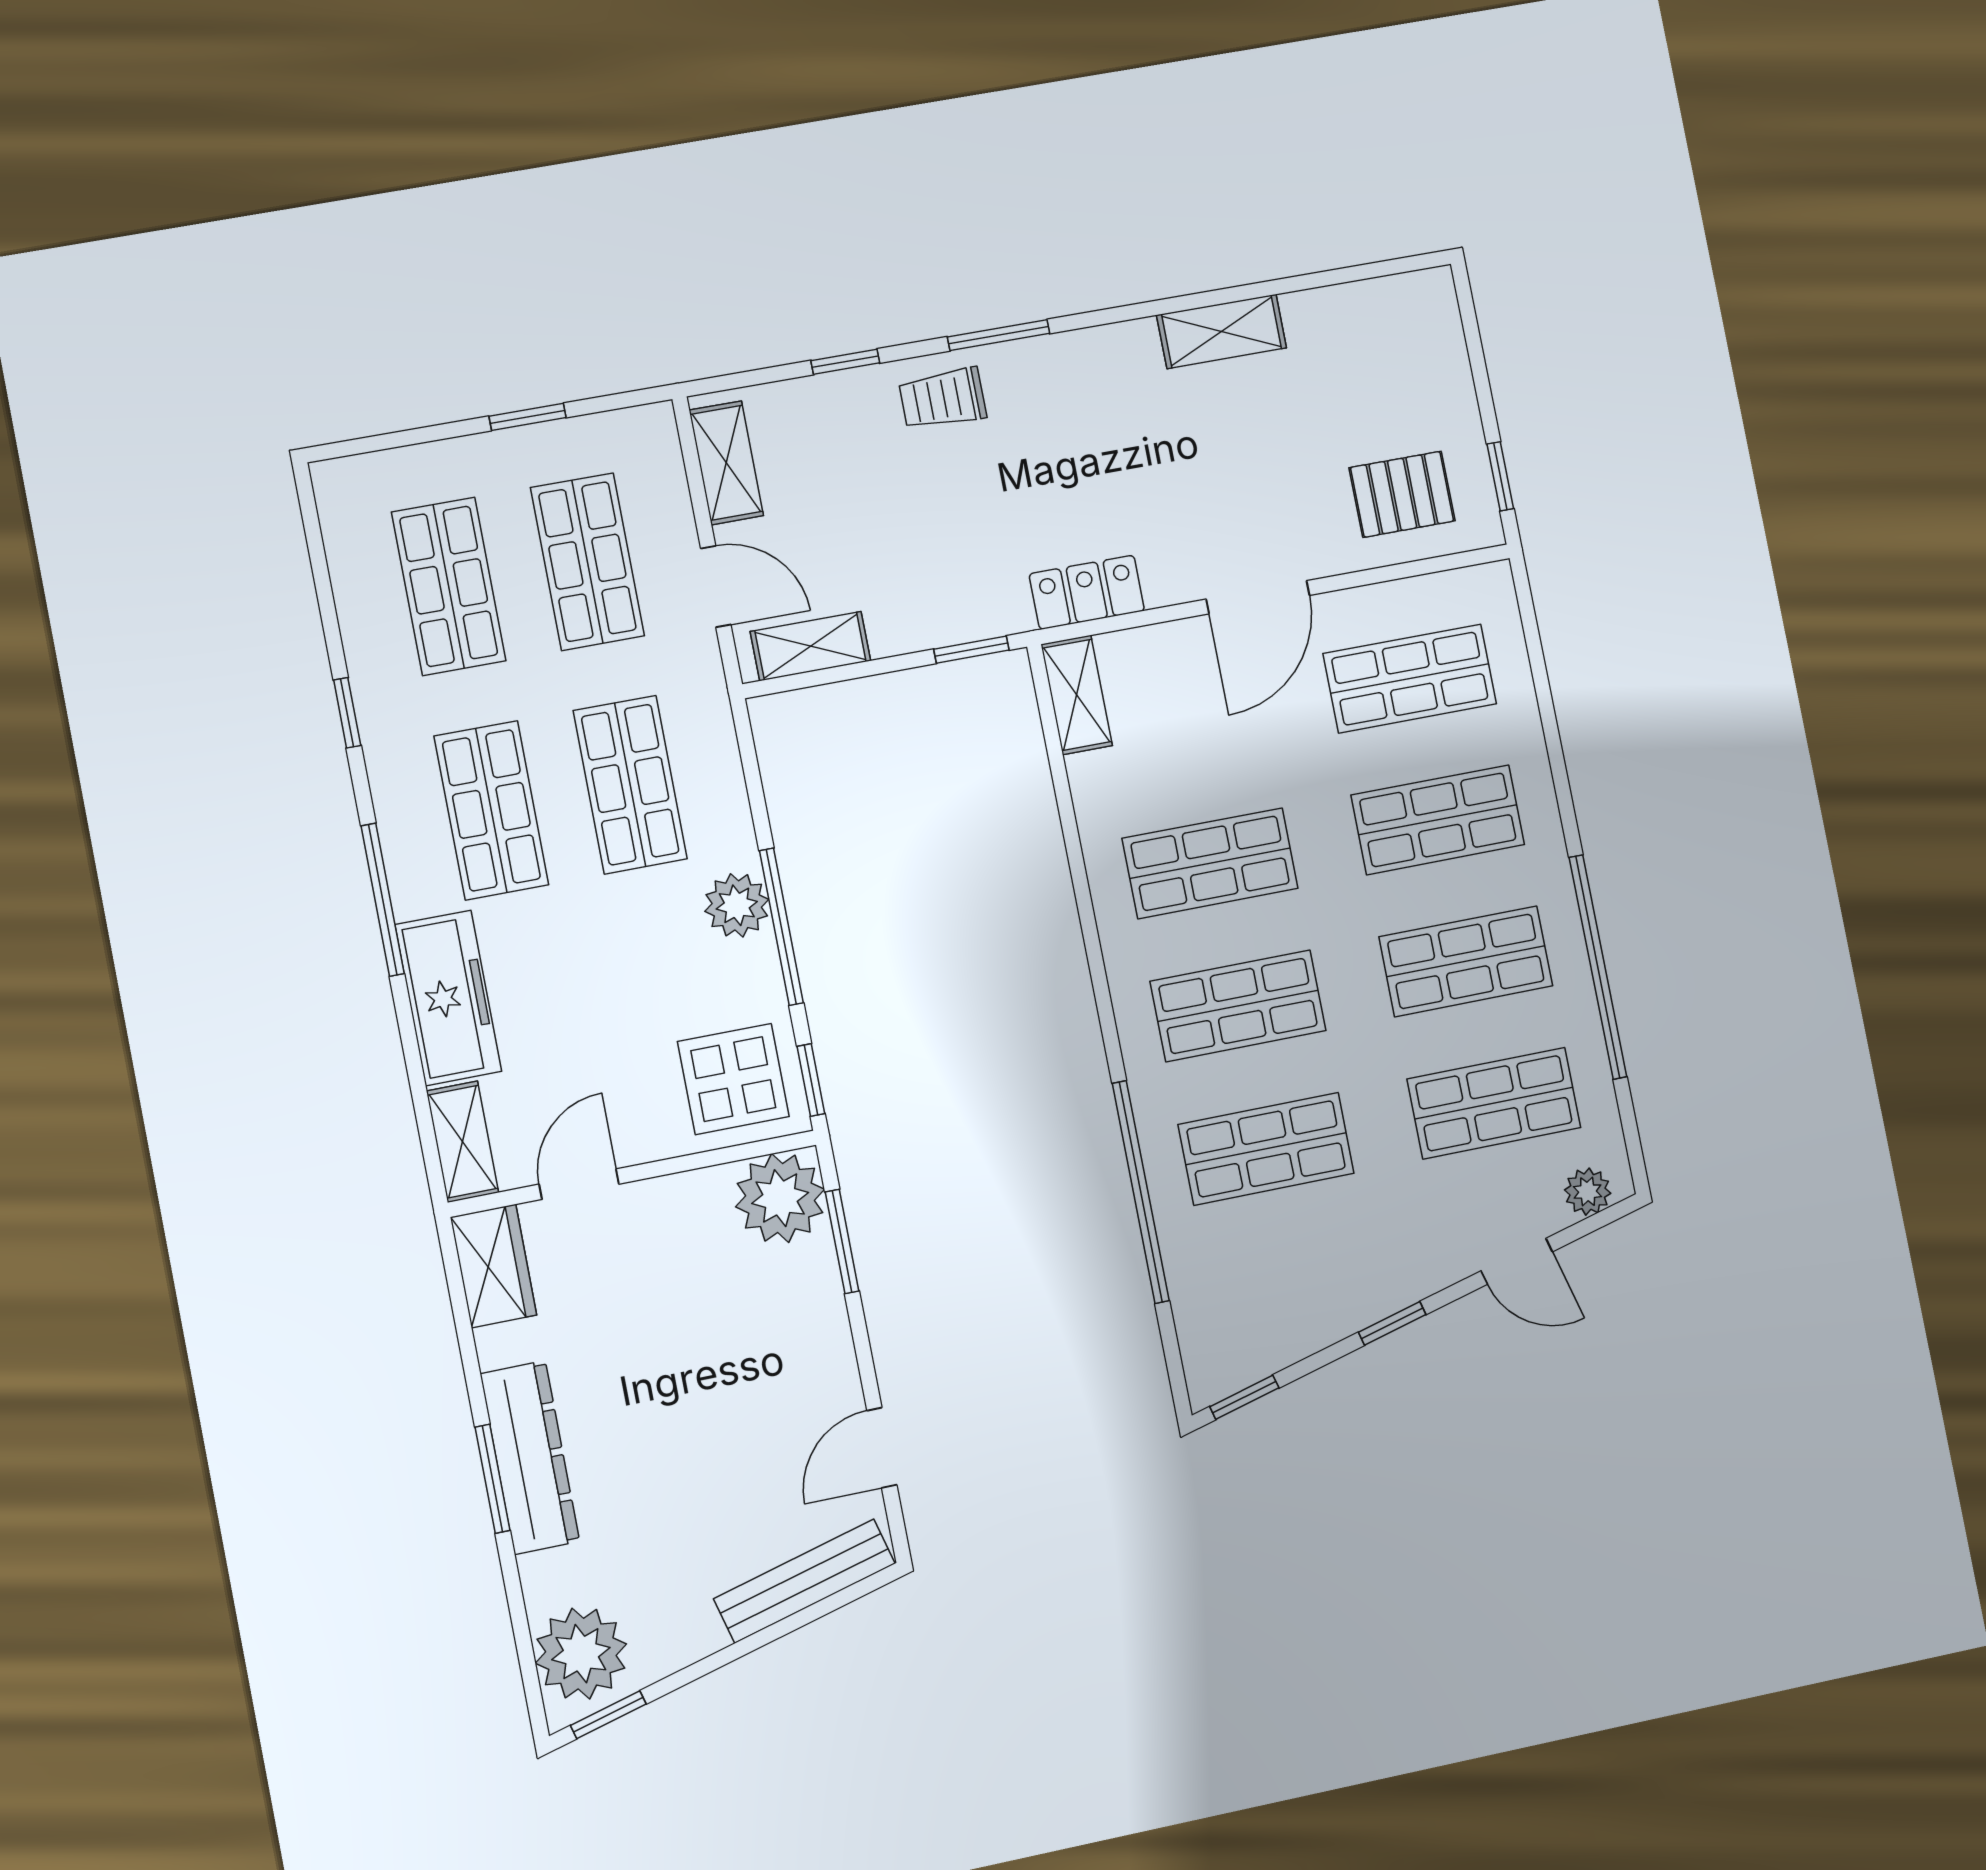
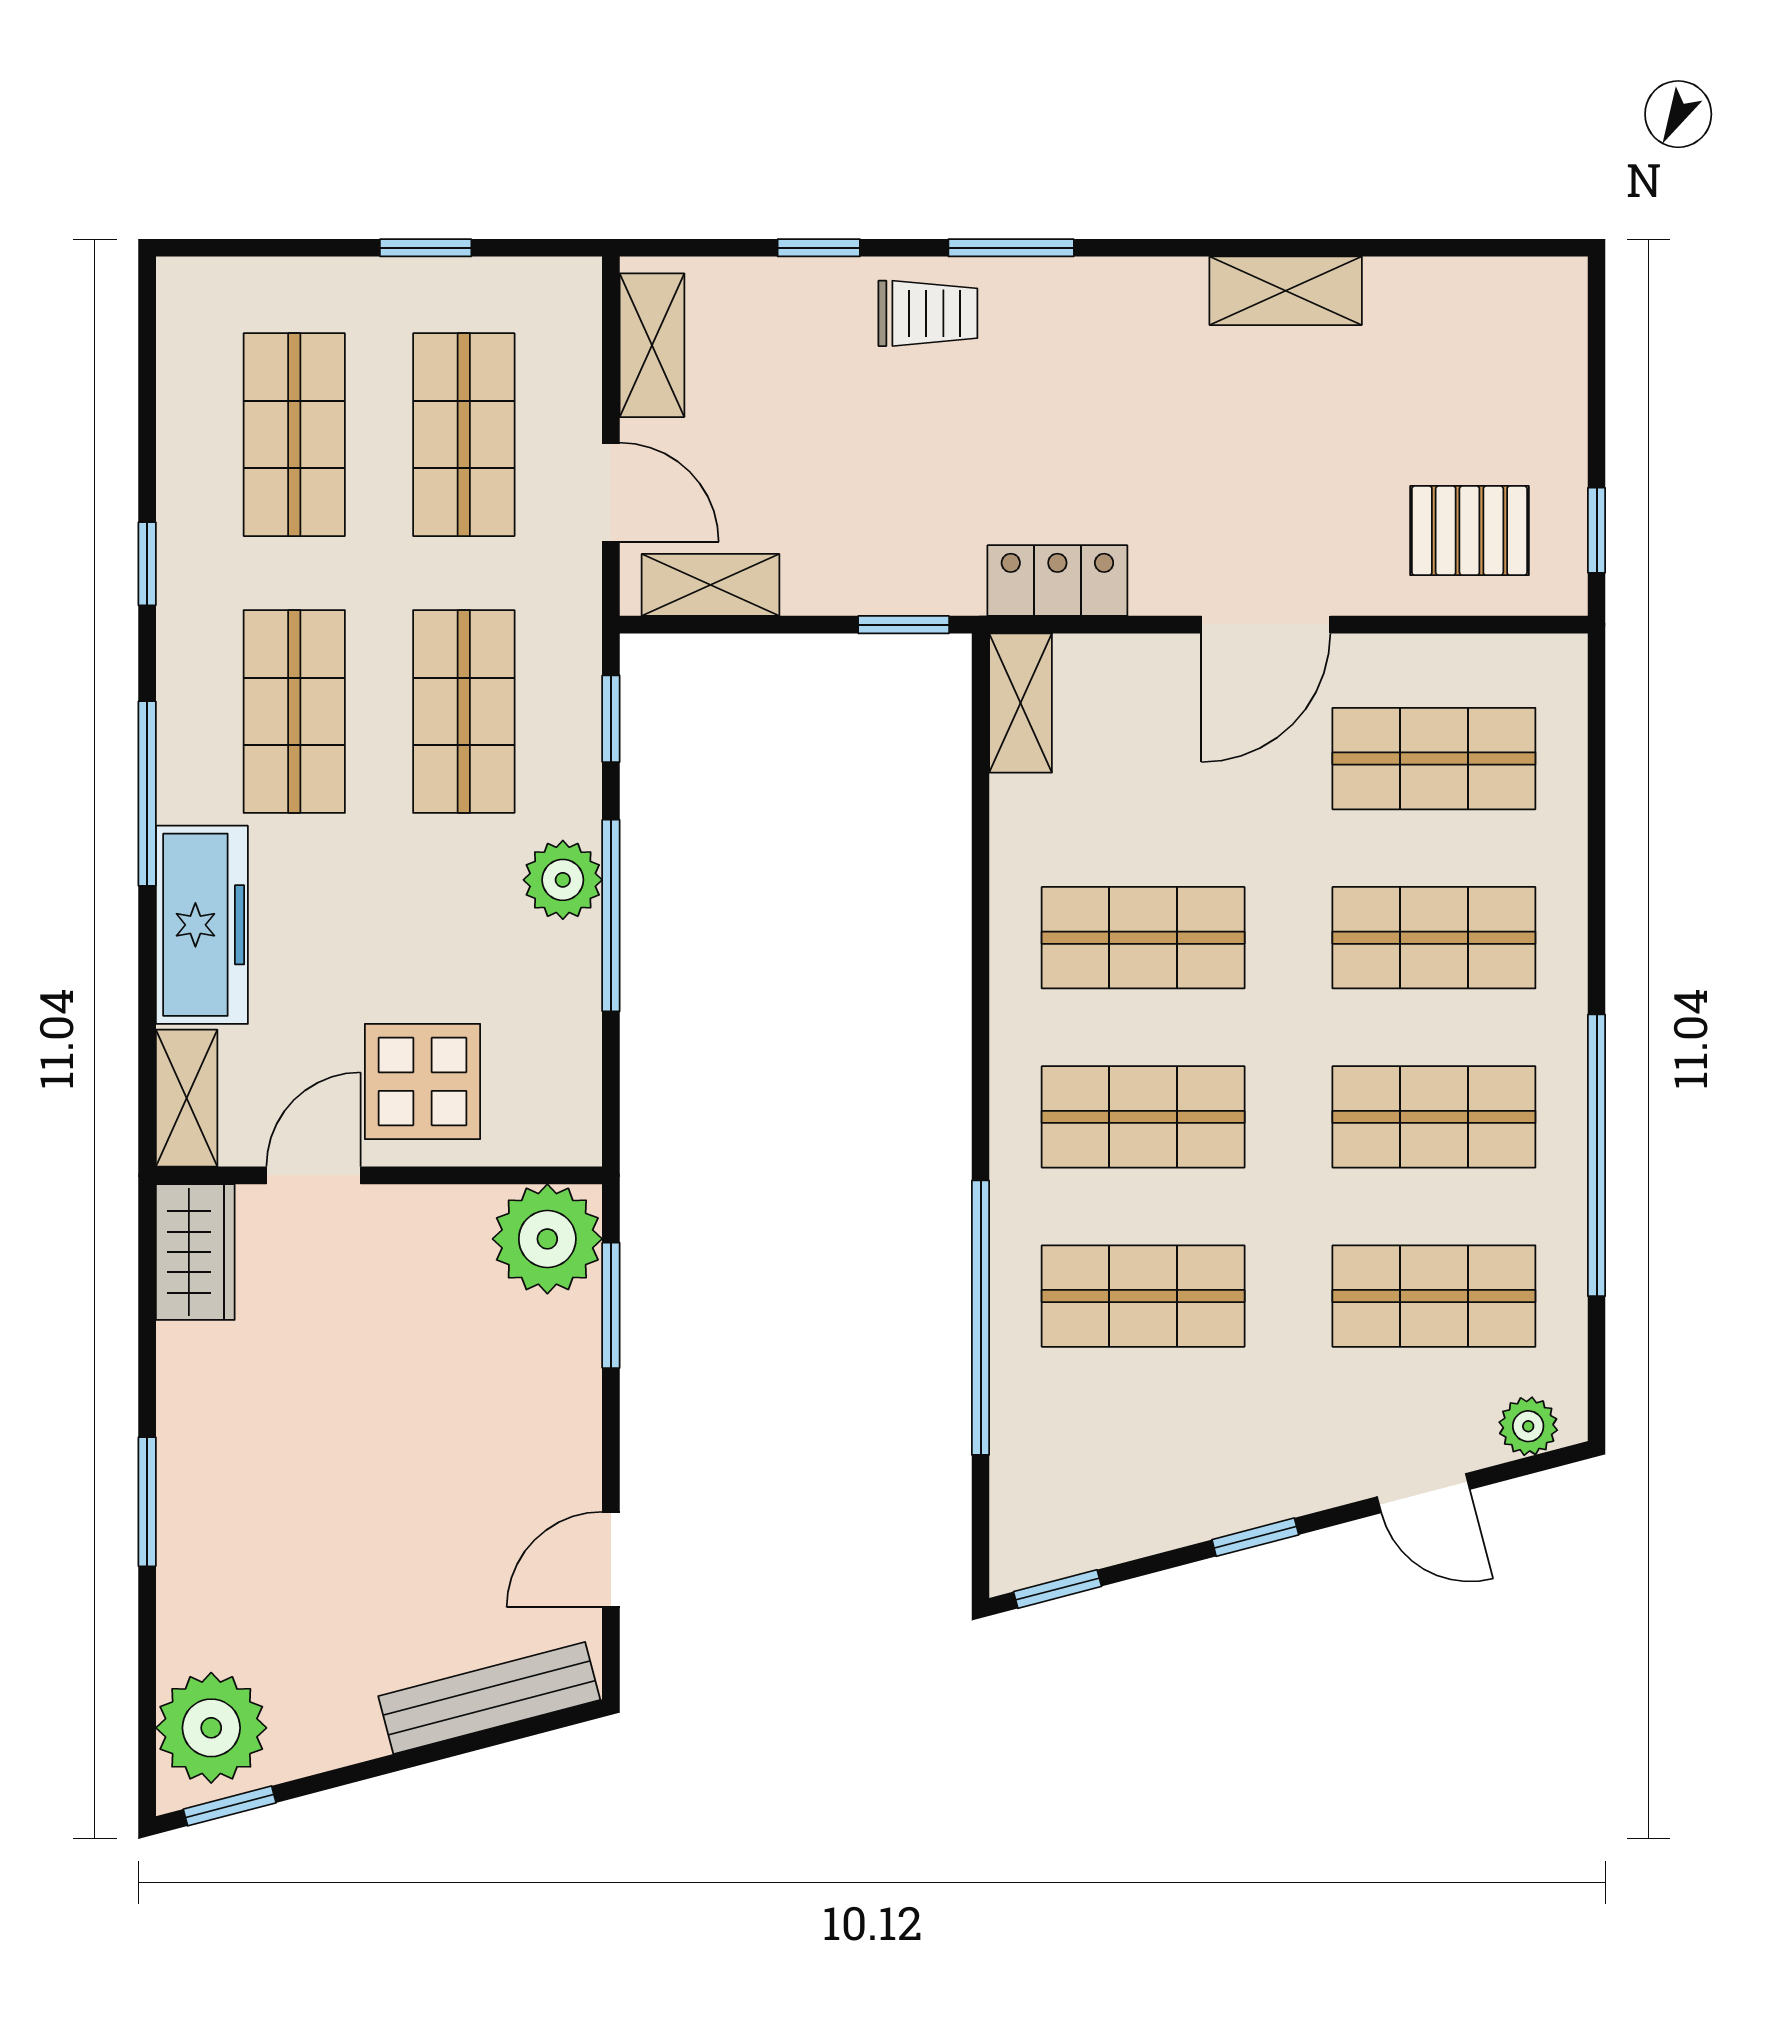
trolley: (943, 399) -> (928, 313), turned 180
display table: (733, 1079) -> (422, 1082), moved
window: (811, 1080) -> (611, 719), moved
dresser: (530, 1457) -> (195, 1486), removed

